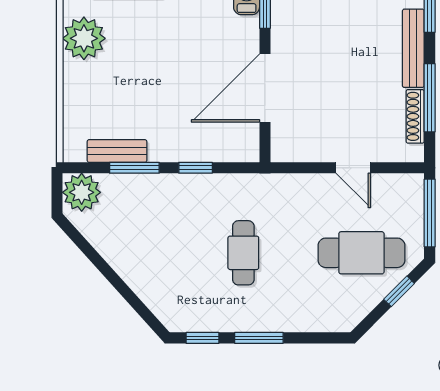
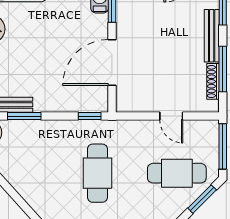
window: (196, 168) -> (90, 116), moved
cafe table: (243, 253) -> (97, 173), width x1.37, depth x1.35
window: (399, 291) -> (202, 199), width x1.50

